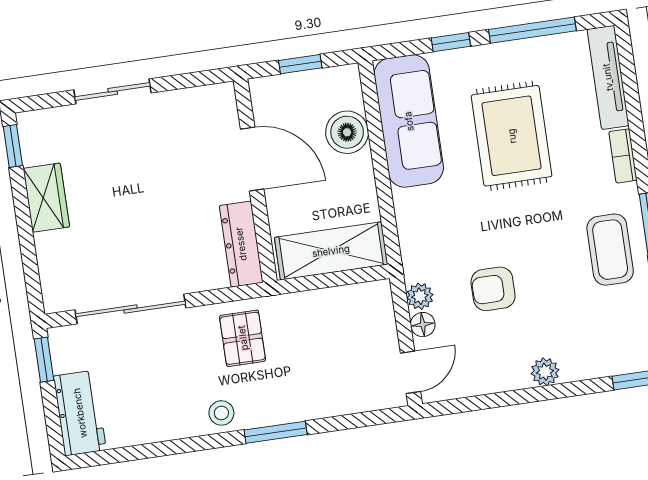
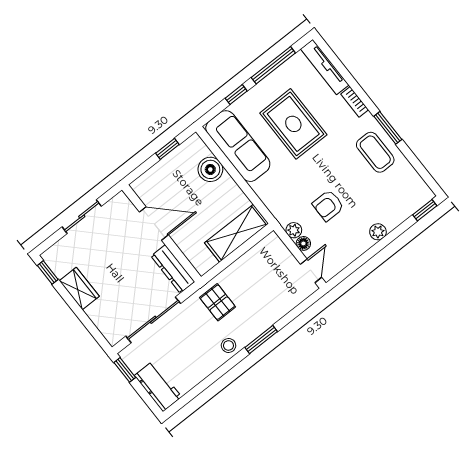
door: (252, 159) -> (154, 223), moved
wall: (255, 181) -> (162, 233), moved
dresser: (241, 244) -> (173, 269), moved

